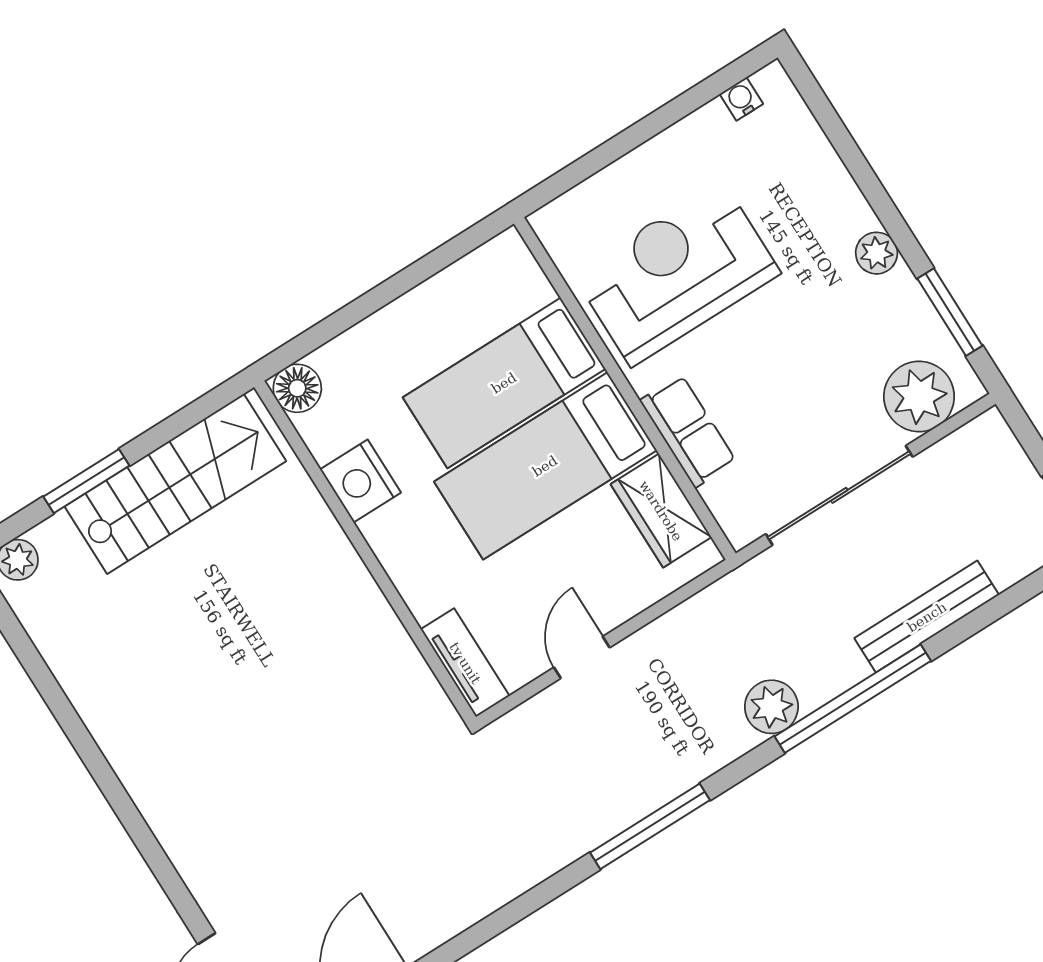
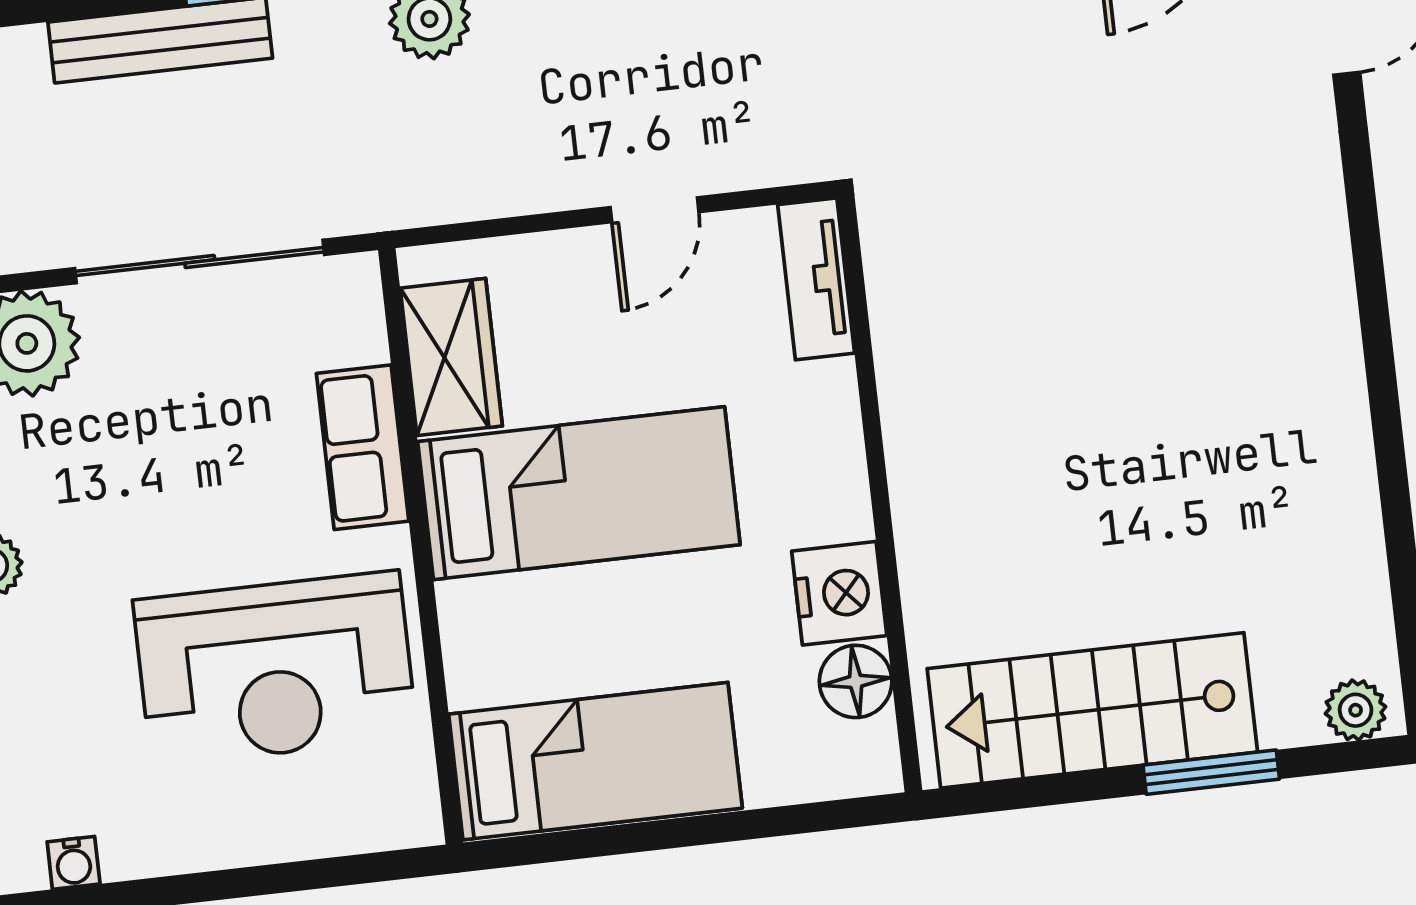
bed: (504, 383) -> (595, 761), moved
floor lamp: (297, 388) -> (856, 681), moved

